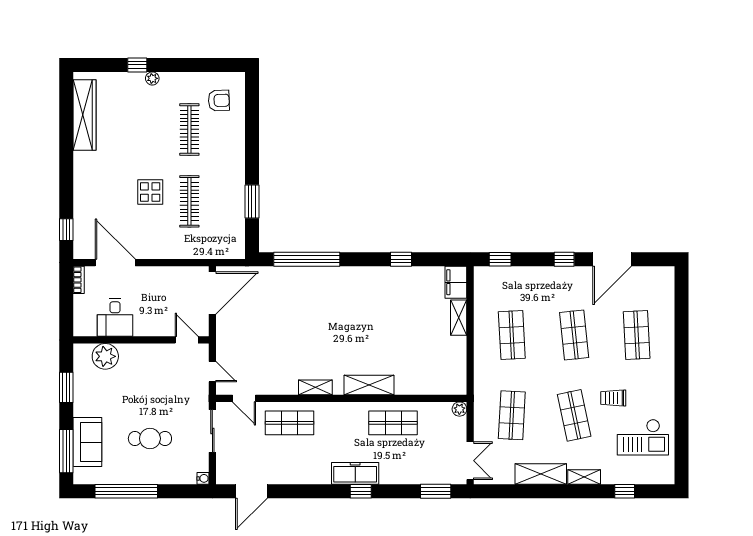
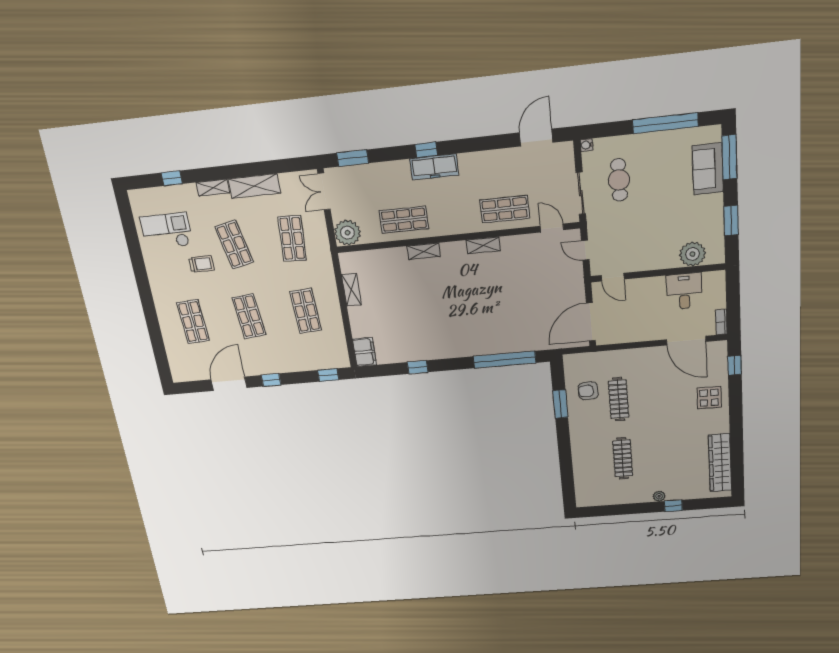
armchair: (219, 100) -> (588, 391), moved
display table: (150, 192) -> (709, 398), moved
shelving: (459, 318) -> (352, 290), moved
shelving: (369, 385) -> (424, 251), width x0.67, depth x0.75
plant: (459, 409) -> (347, 233), width x1.87, depth x1.87
cafe table: (150, 439) -> (619, 180), moved, turned 90

